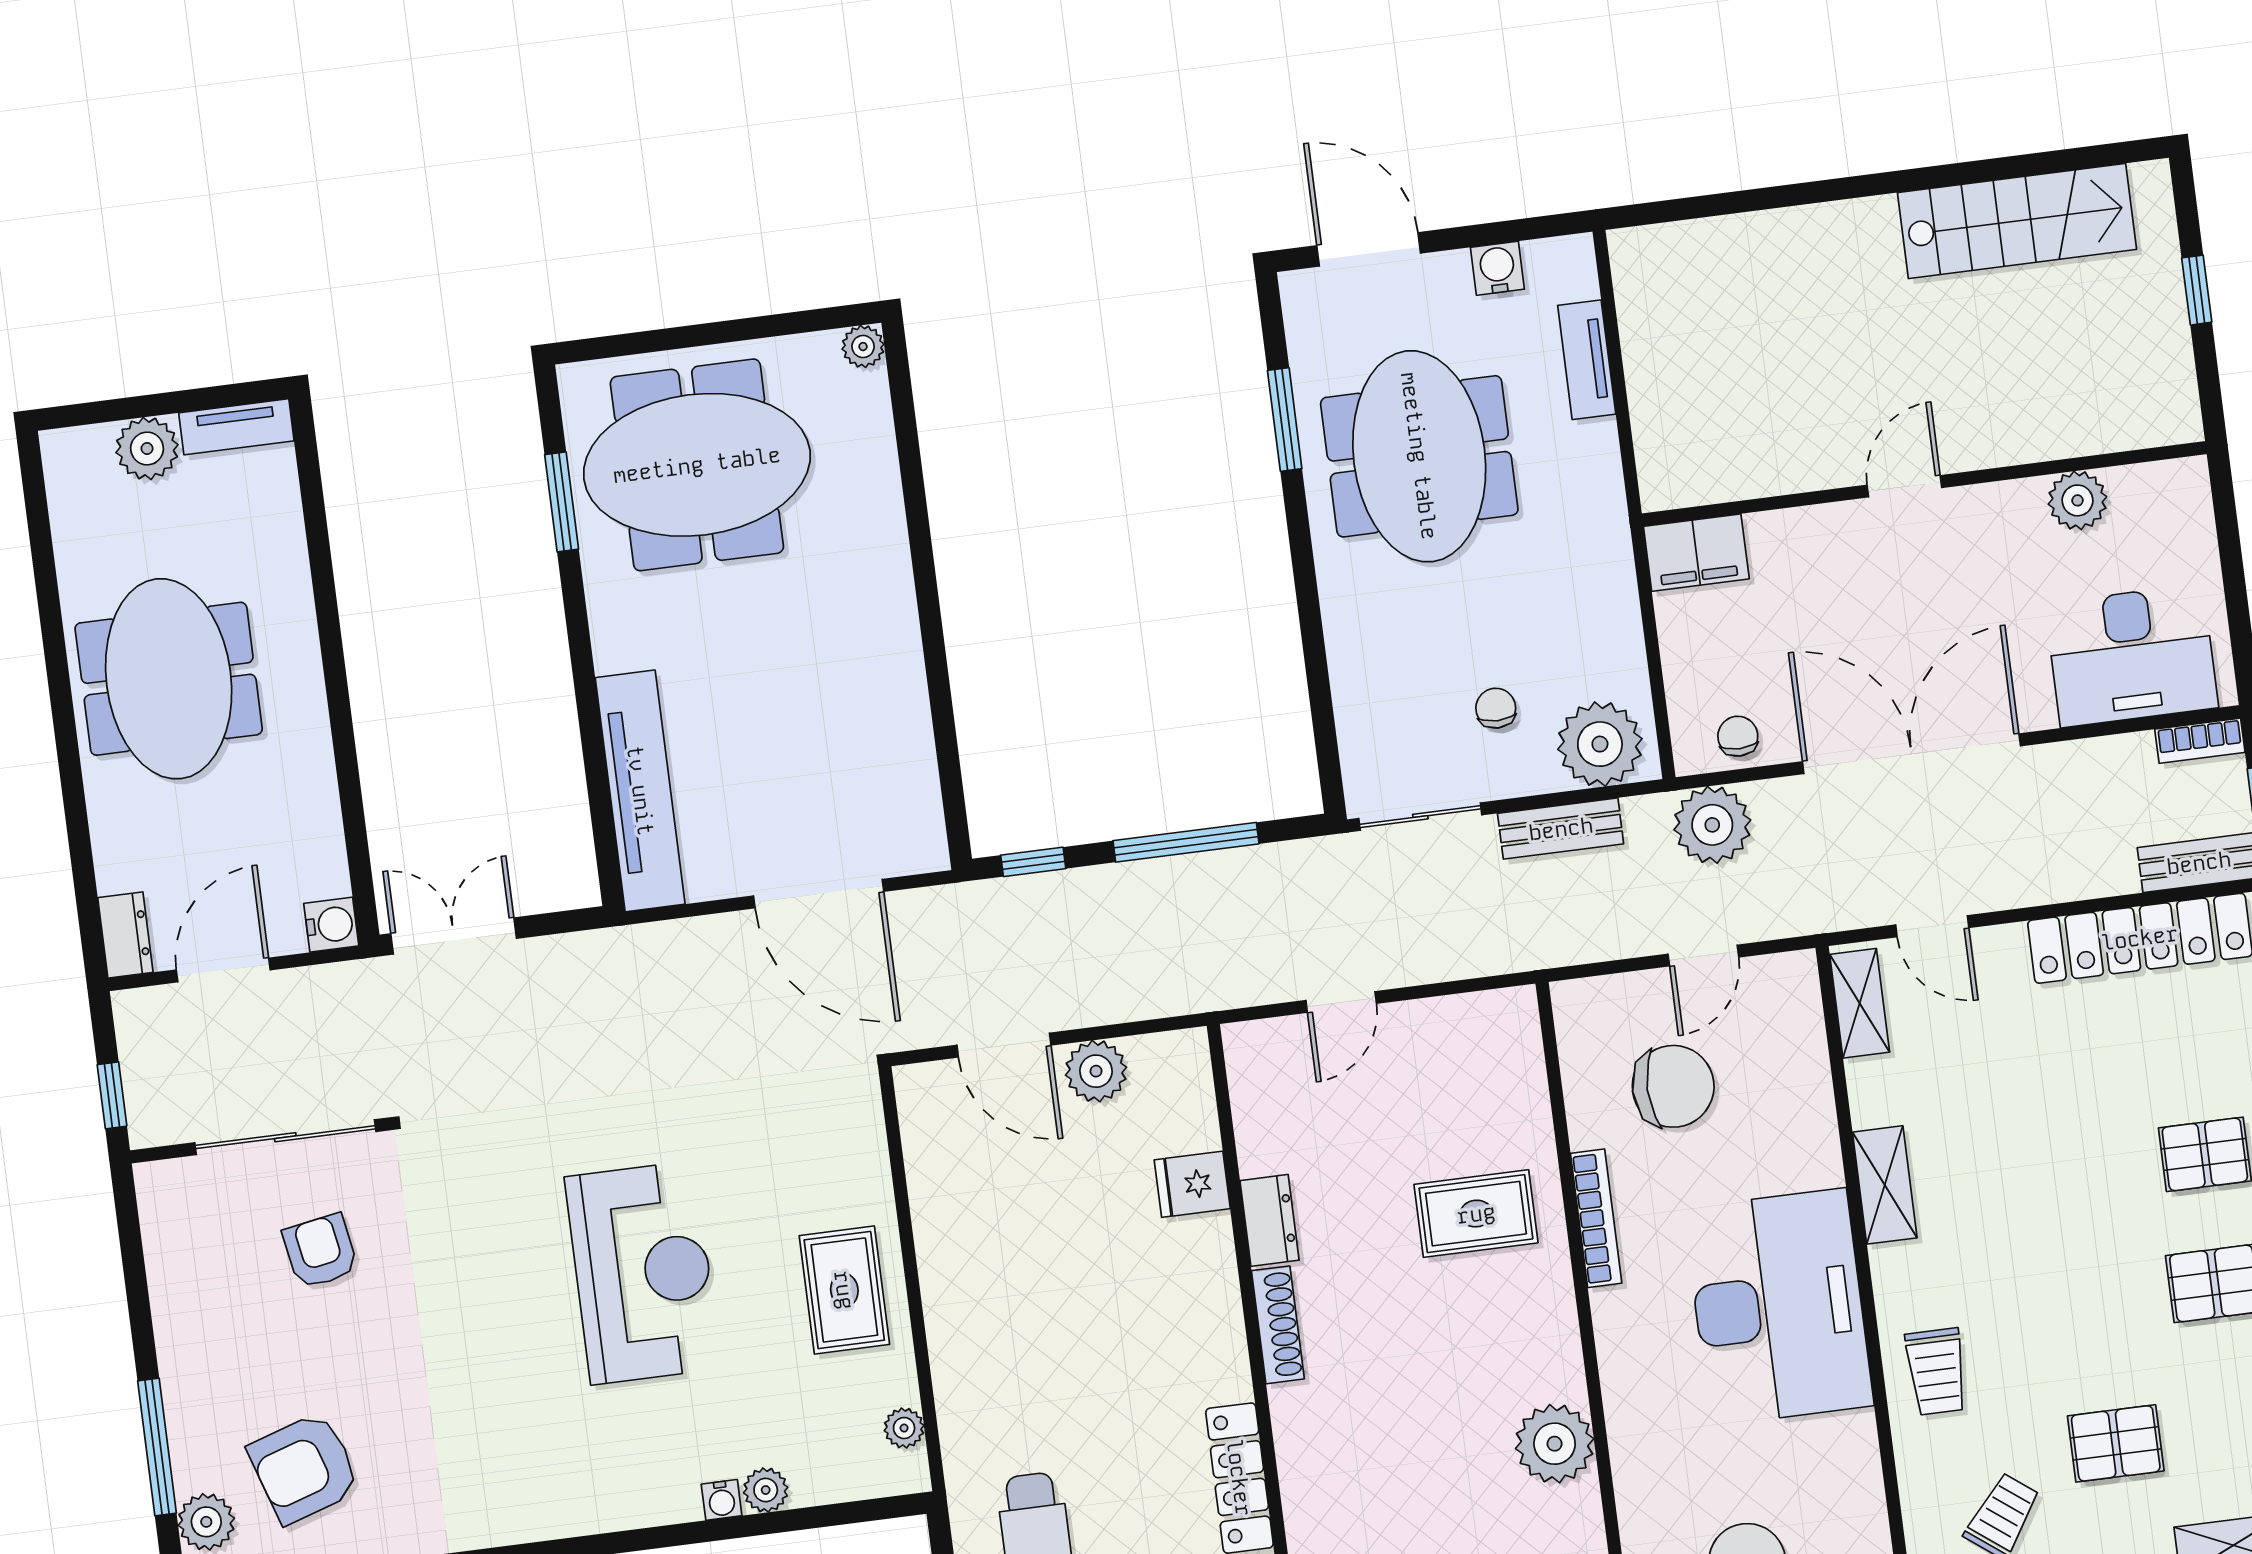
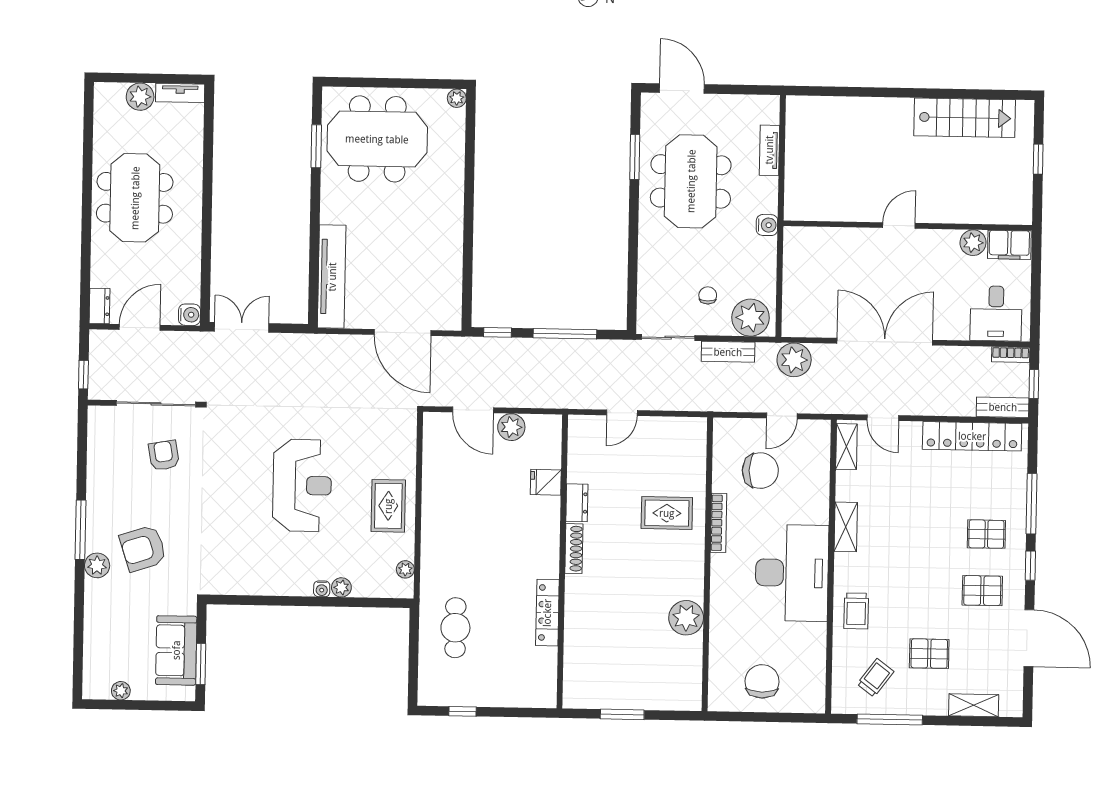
water cooler: (1497, 268) -> (767, 225), moved, turned 90
filing cabinet: (1696, 553) -> (1009, 245), moved
desk: (2132, 656) -> (996, 314), width x0.73
chair: (1738, 736) -> (811, 323), removed

